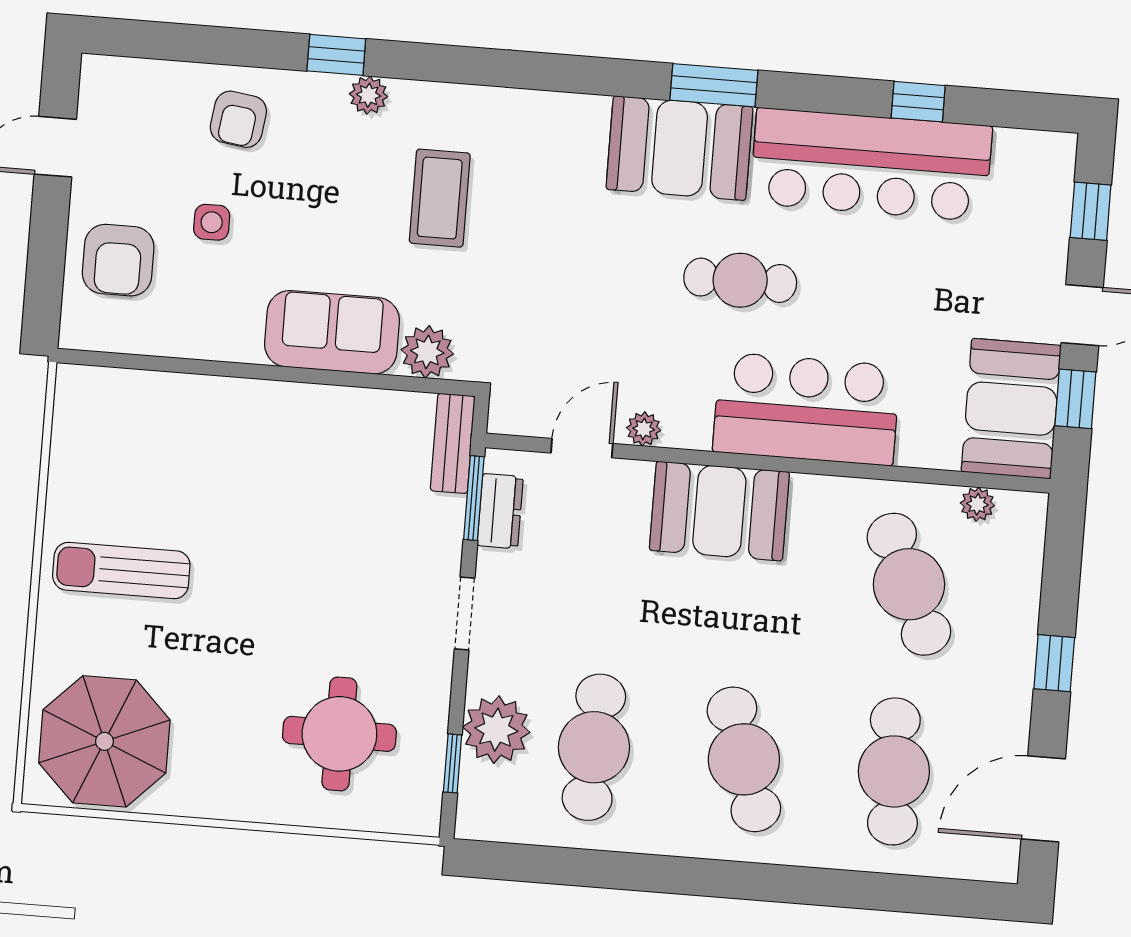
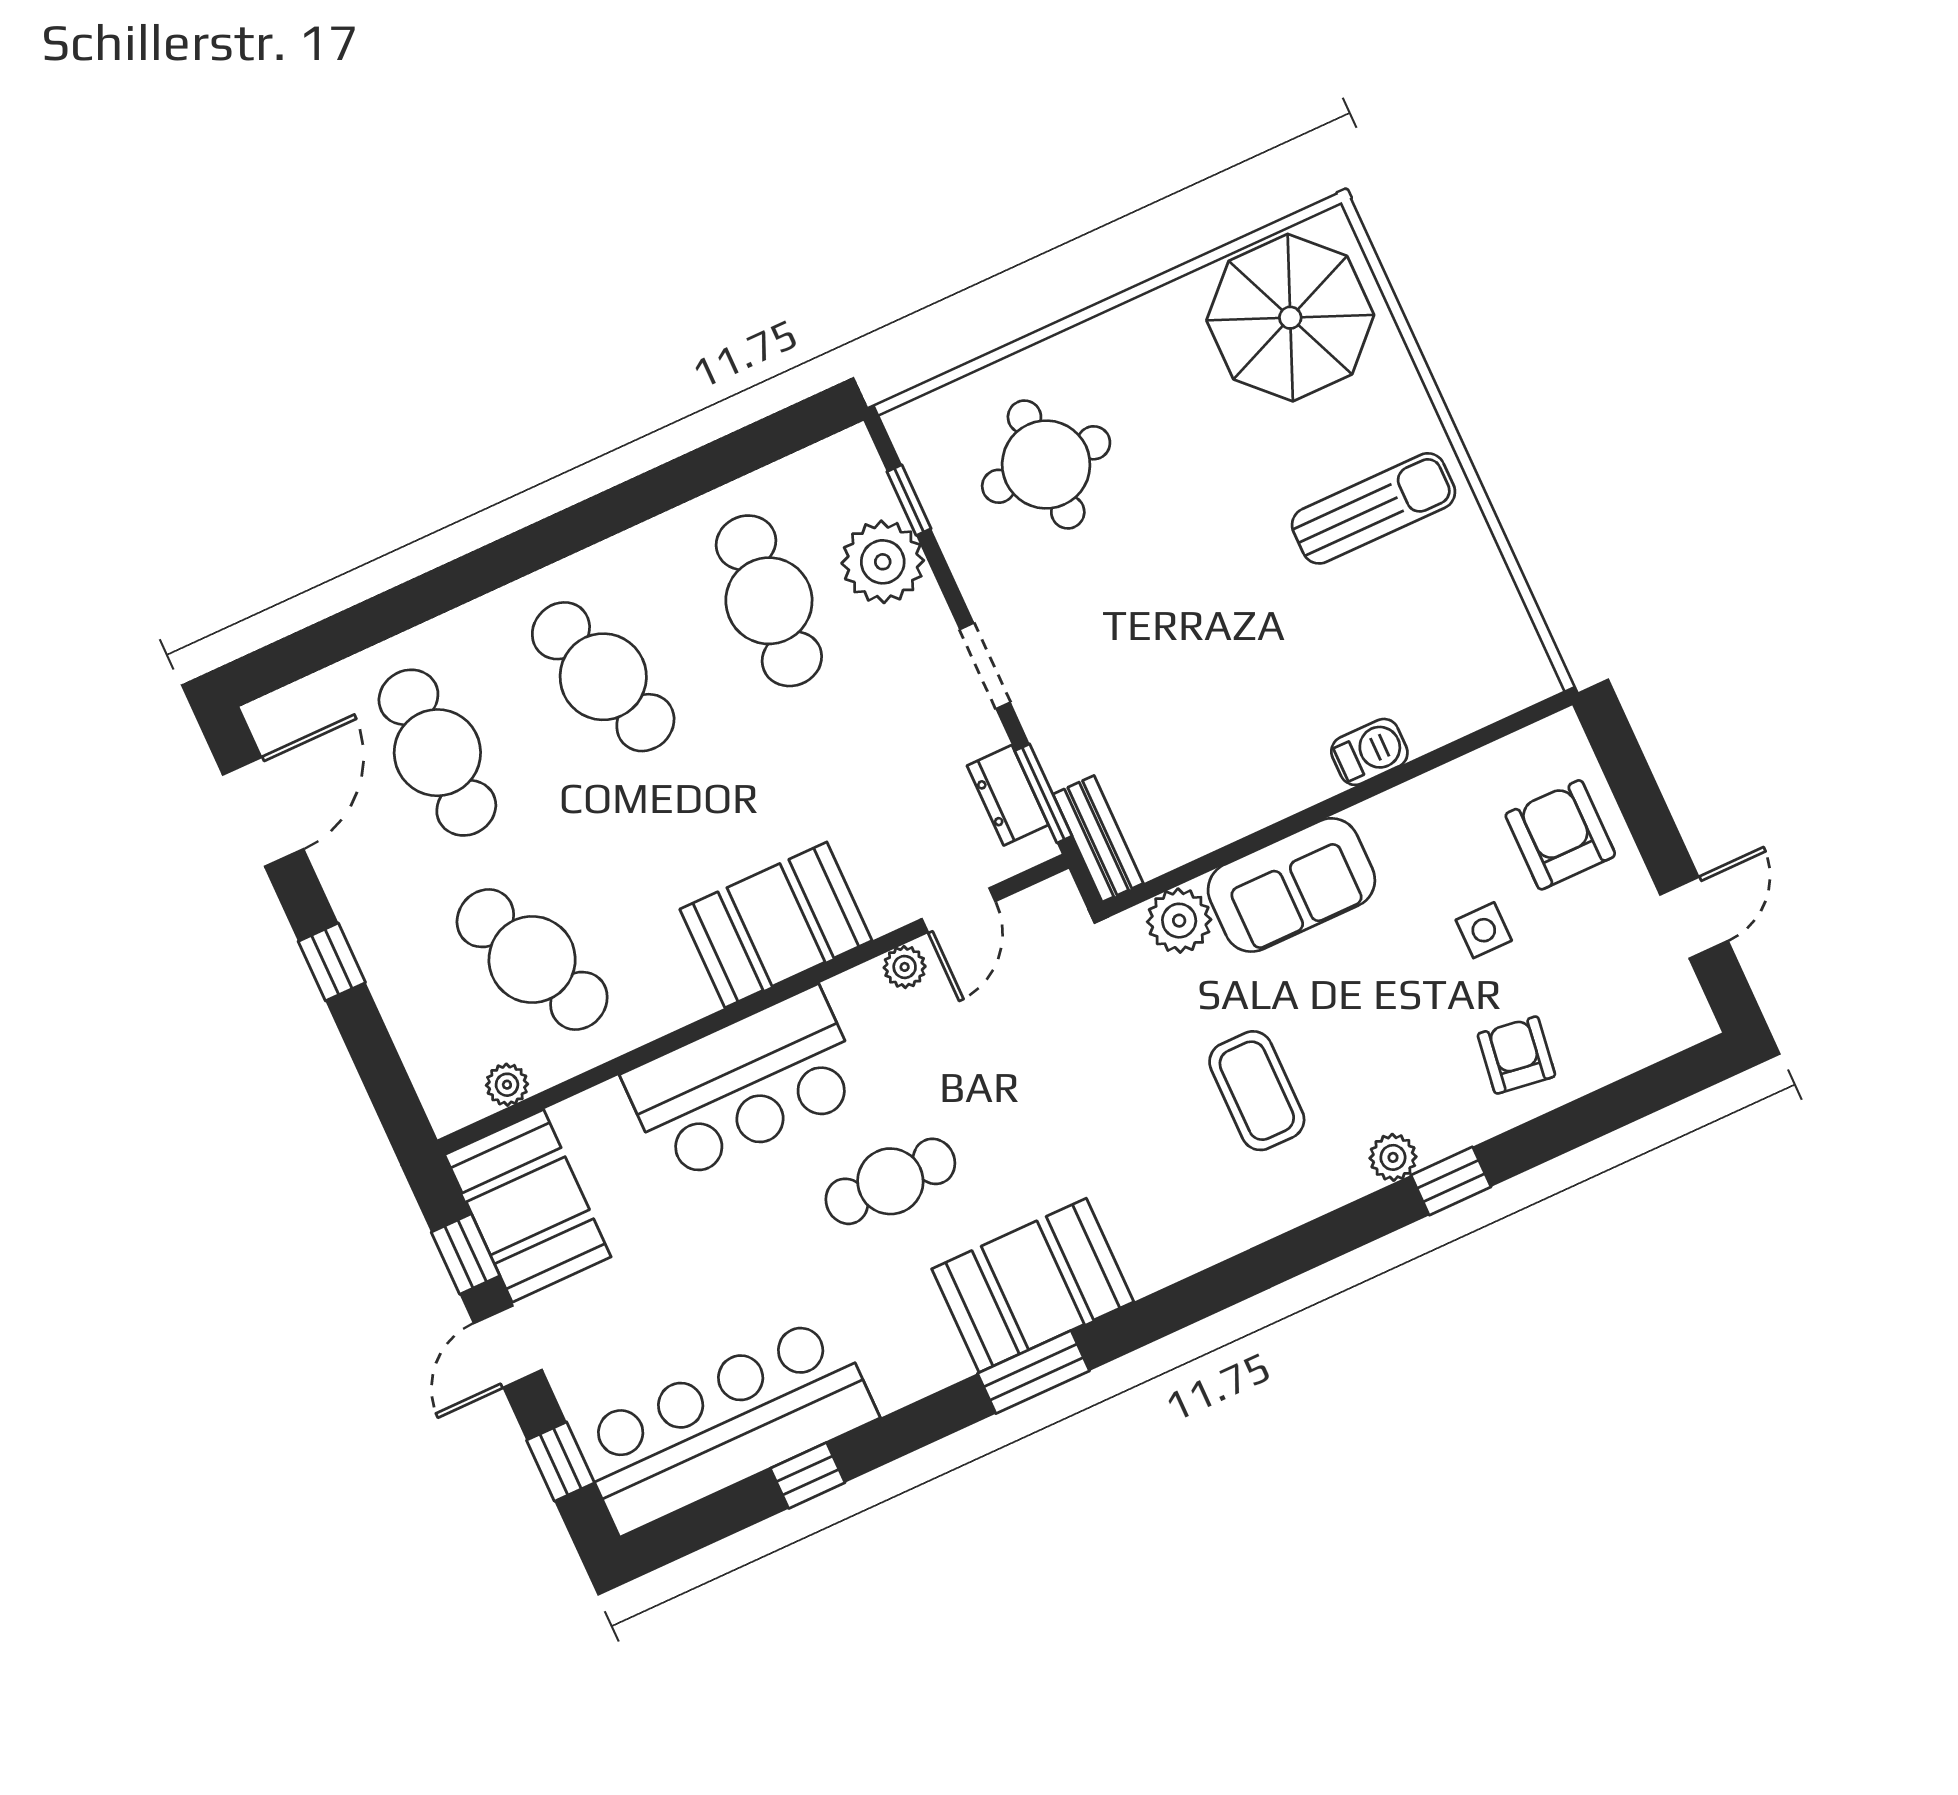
bar counter: (871, 165) -> (726, 1424), moved
barbecue: (222, 397) -> (1369, 752), added

